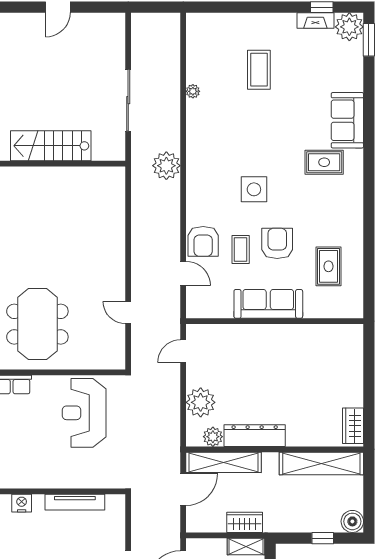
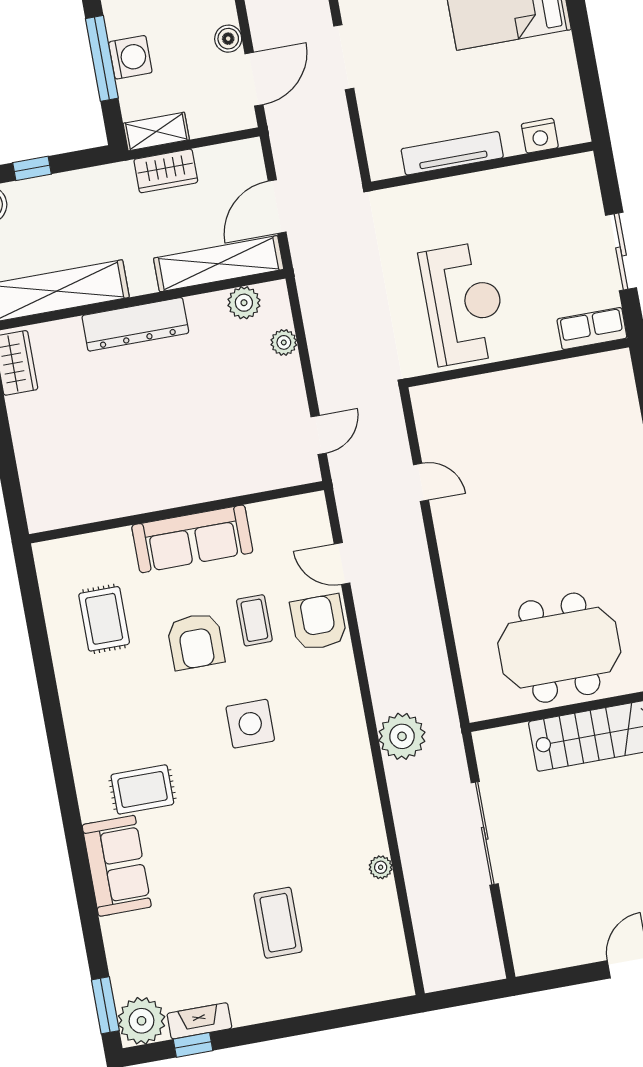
meeting table: (37, 324) -> (559, 648), moved, turned 90
plant: (201, 402) -> (284, 342), width x0.53, depth x0.53
dresser: (255, 436) -> (135, 324), moved

